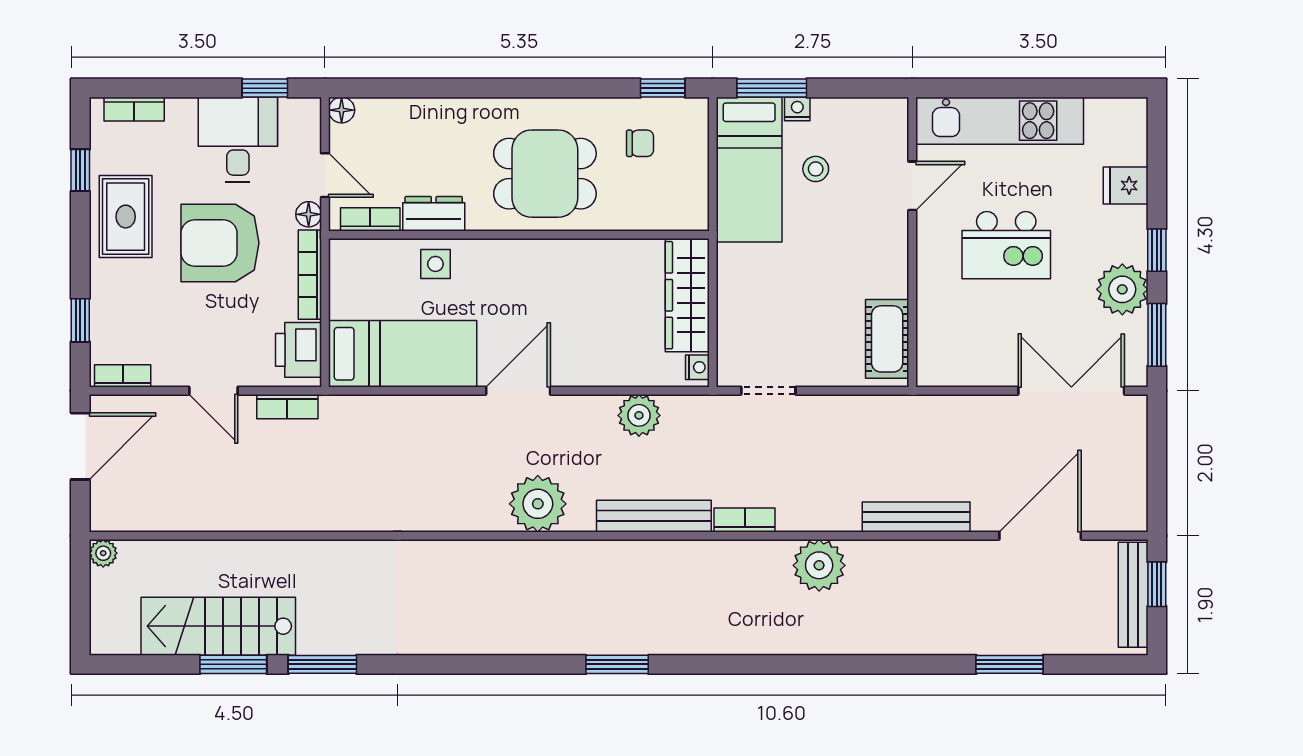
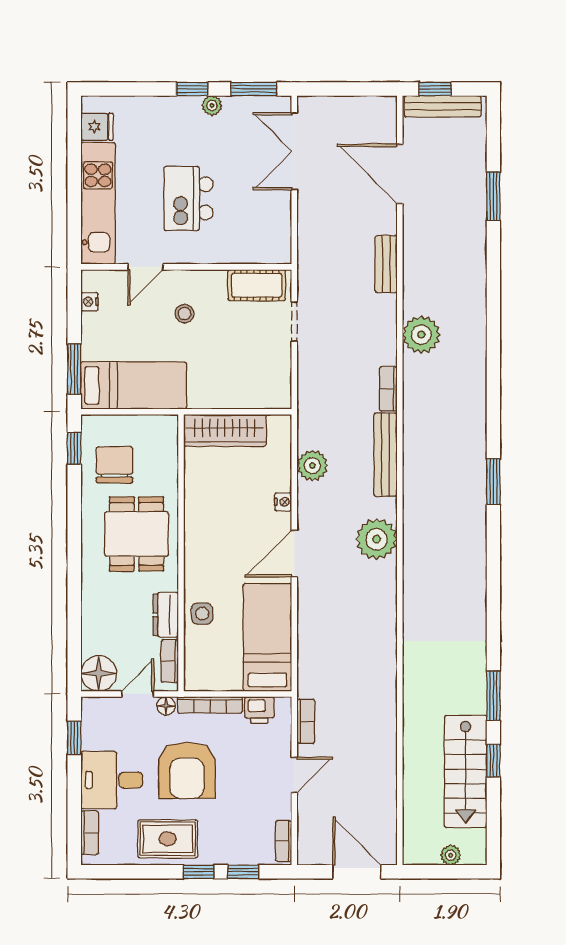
nightstand: (797, 109) -> (89, 302), moved
floor lamp: (342, 110) -> (99, 673), width x1.89, depth x1.89
desk: (238, 140) -> (112, 780), moved
chair: (640, 143) -> (114, 465), width x1.87, depth x1.87
stool: (816, 169) -> (184, 314), moved
window: (80, 170) -> (198, 872), moved
door: (912, 186) -> (145, 267), swing flipped
fridge: (1126, 186) -> (97, 127), moved, turned -90
kitchen island: (1006, 245) -> (189, 198), turned 180
plant: (1122, 289) -> (212, 105), width x0.53, depth x0.53
printer: (299, 350) -> (259, 710), width x0.73, depth x0.81
nightstand: (697, 367) -> (283, 502), moved, turned 90
door: (518, 391) -> (294, 553), hinge flipped
doorway: (768, 391) -> (294, 322), moved
door: (80, 446) -> (357, 872), moved
bench: (916, 517) -> (386, 264), width x0.73
plant: (103, 553) -> (451, 855), moved
window: (233, 664) -> (493, 761), width x0.67

